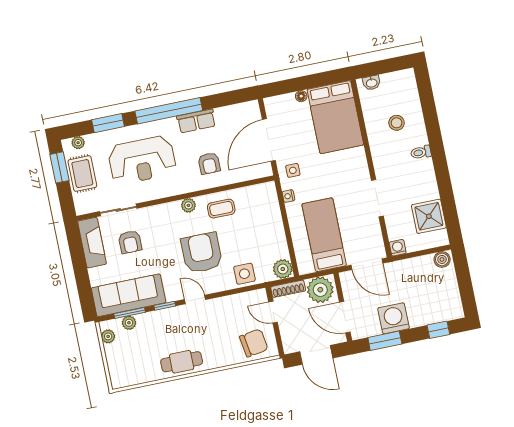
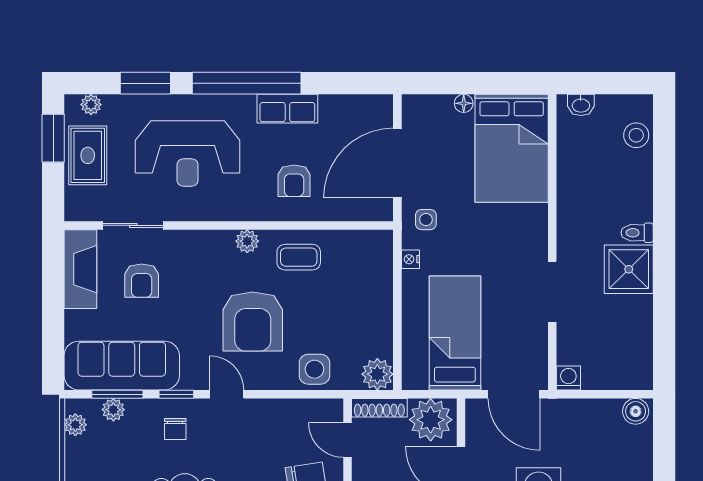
stool: (397, 123) -> (636, 135), moved
shower: (429, 216) -> (629, 269), moved
armchair: (202, 253) -> (253, 322), turned 180
chair: (168, 327) -> (175, 429), added

